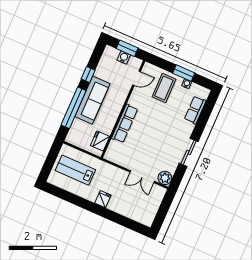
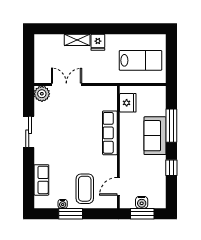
sofa: (92, 100) -> (155, 136), width x0.73
window: (74, 108) -> (171, 126), width x0.68
shelving: (118, 208) -> (77, 40), added

